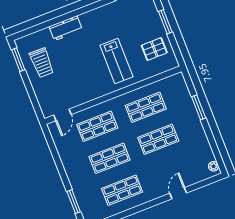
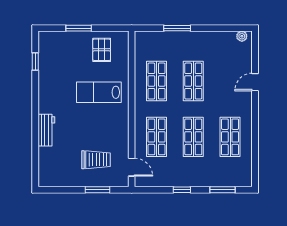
window: (18, 60) -> (97, 190), moved
lab bench: (116, 61) -> (99, 92), turned 180
trolley: (42, 63) -> (96, 160), moved
window: (60, 166) -> (182, 190), added
door: (178, 193) -> (255, 82), hinge flipped

